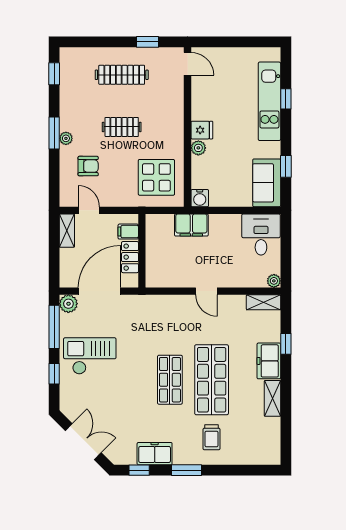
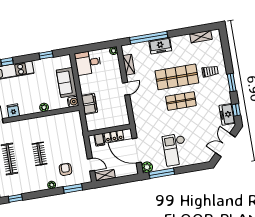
fridge: (202, 130) -> (13, 111), moved
window: (54, 133) -> (73, 188), moved
display table: (156, 177) -> (65, 129), removed
sofa: (267, 183) -> (67, 82), moved, turned 90
door: (89, 210) -> (91, 165), swing flipped
shelving: (263, 302) -> (129, 65), moved
window: (286, 344) -> (149, 38), width x3.17
window: (54, 374) -> (189, 169), removed
shelving: (272, 398) -> (201, 37), moved
freezer: (155, 454) -> (227, 114), moved

